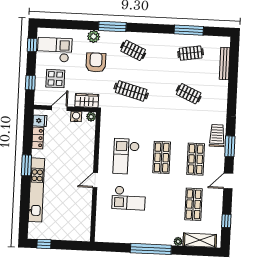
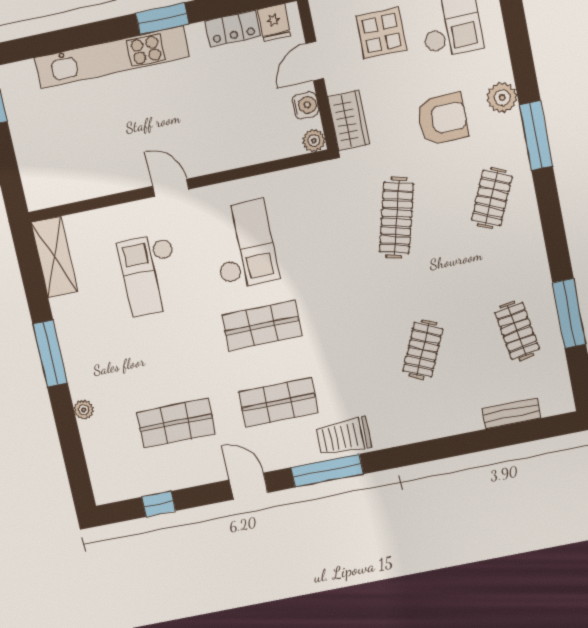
bench: (225, 64) -> (512, 413), width x0.73
door: (59, 108) -> (315, 61), swing flipped
trolley: (217, 136) -> (344, 437), turned 180
window: (230, 146) -> (327, 471), width x1.44
checkout: (126, 156) -> (244, 244), turned 90
shelving: (200, 240) -> (54, 257), moved
window: (151, 249) -> (50, 354), width x0.68

